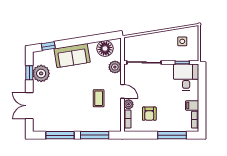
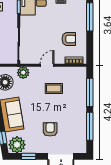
plant: (41, 73) -> (17, 145), moved
armchair: (57, 95) -> (50, 129), added
plant: (129, 104) -> (60, 59), removed

